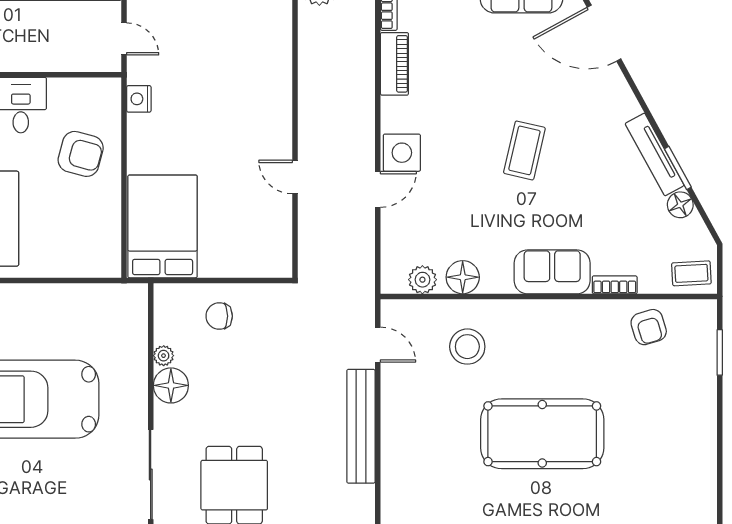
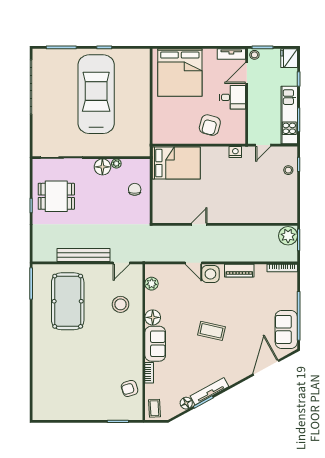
piano: (394, 64) -> (239, 271), moved
floor lamp: (463, 277) -> (153, 317), moved
pool table: (542, 434) -> (68, 301), moved

